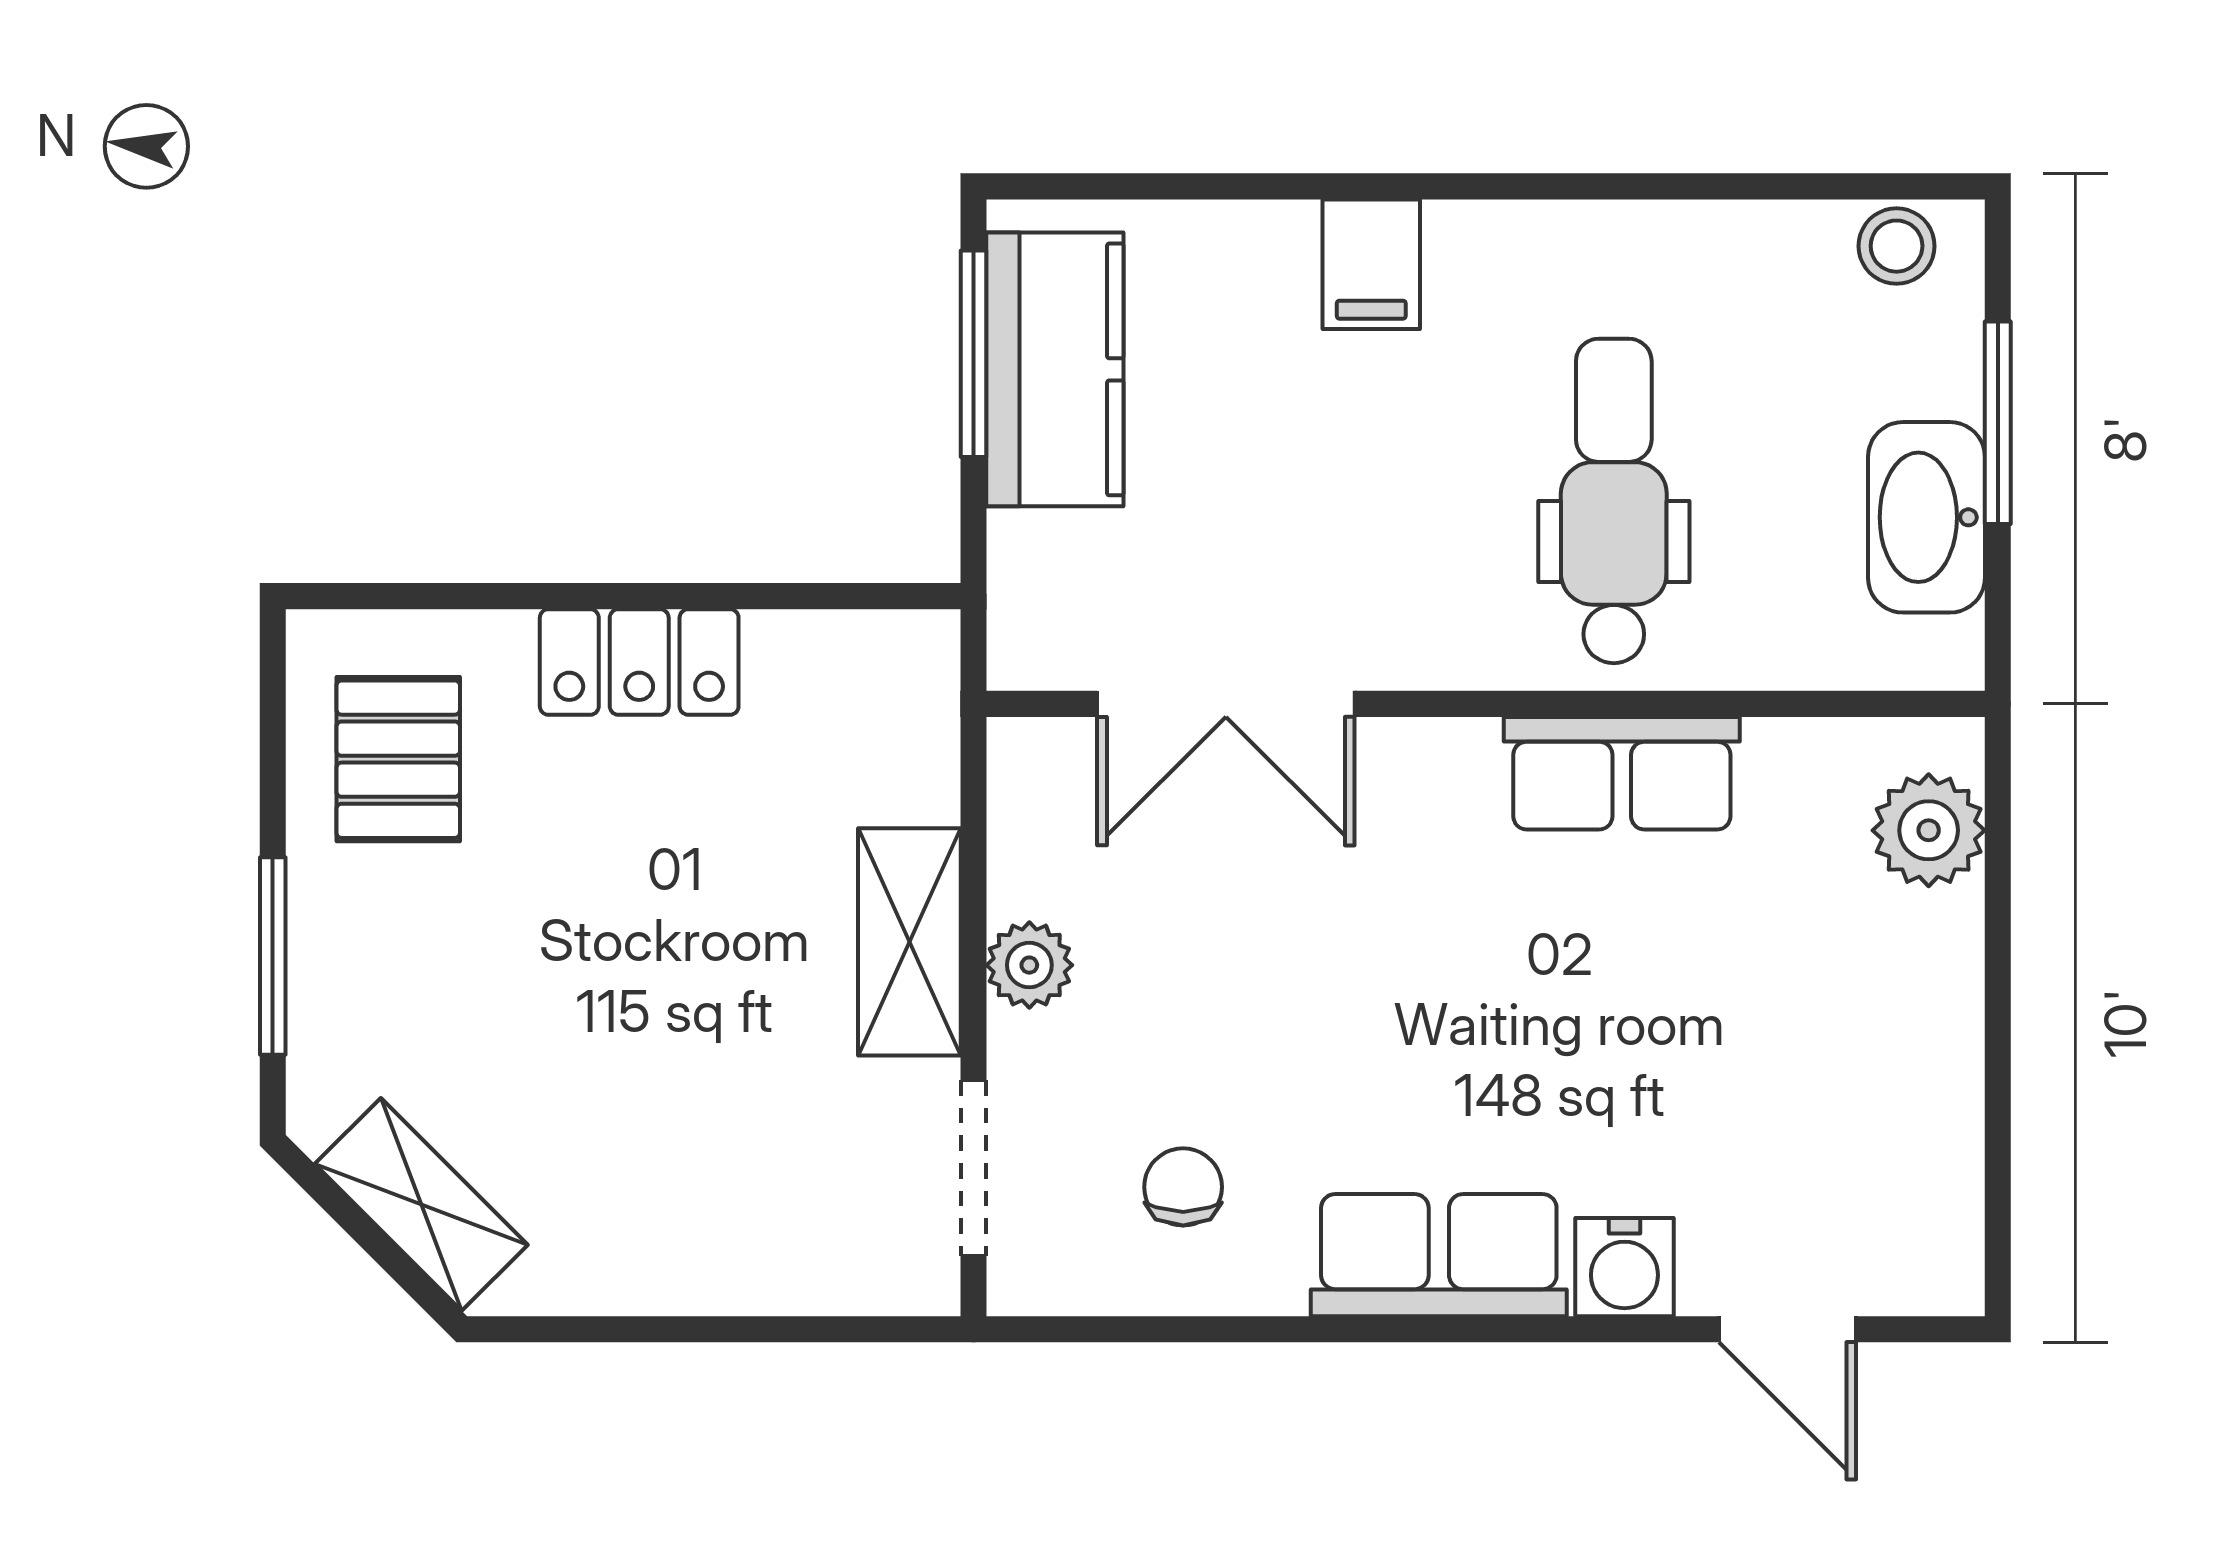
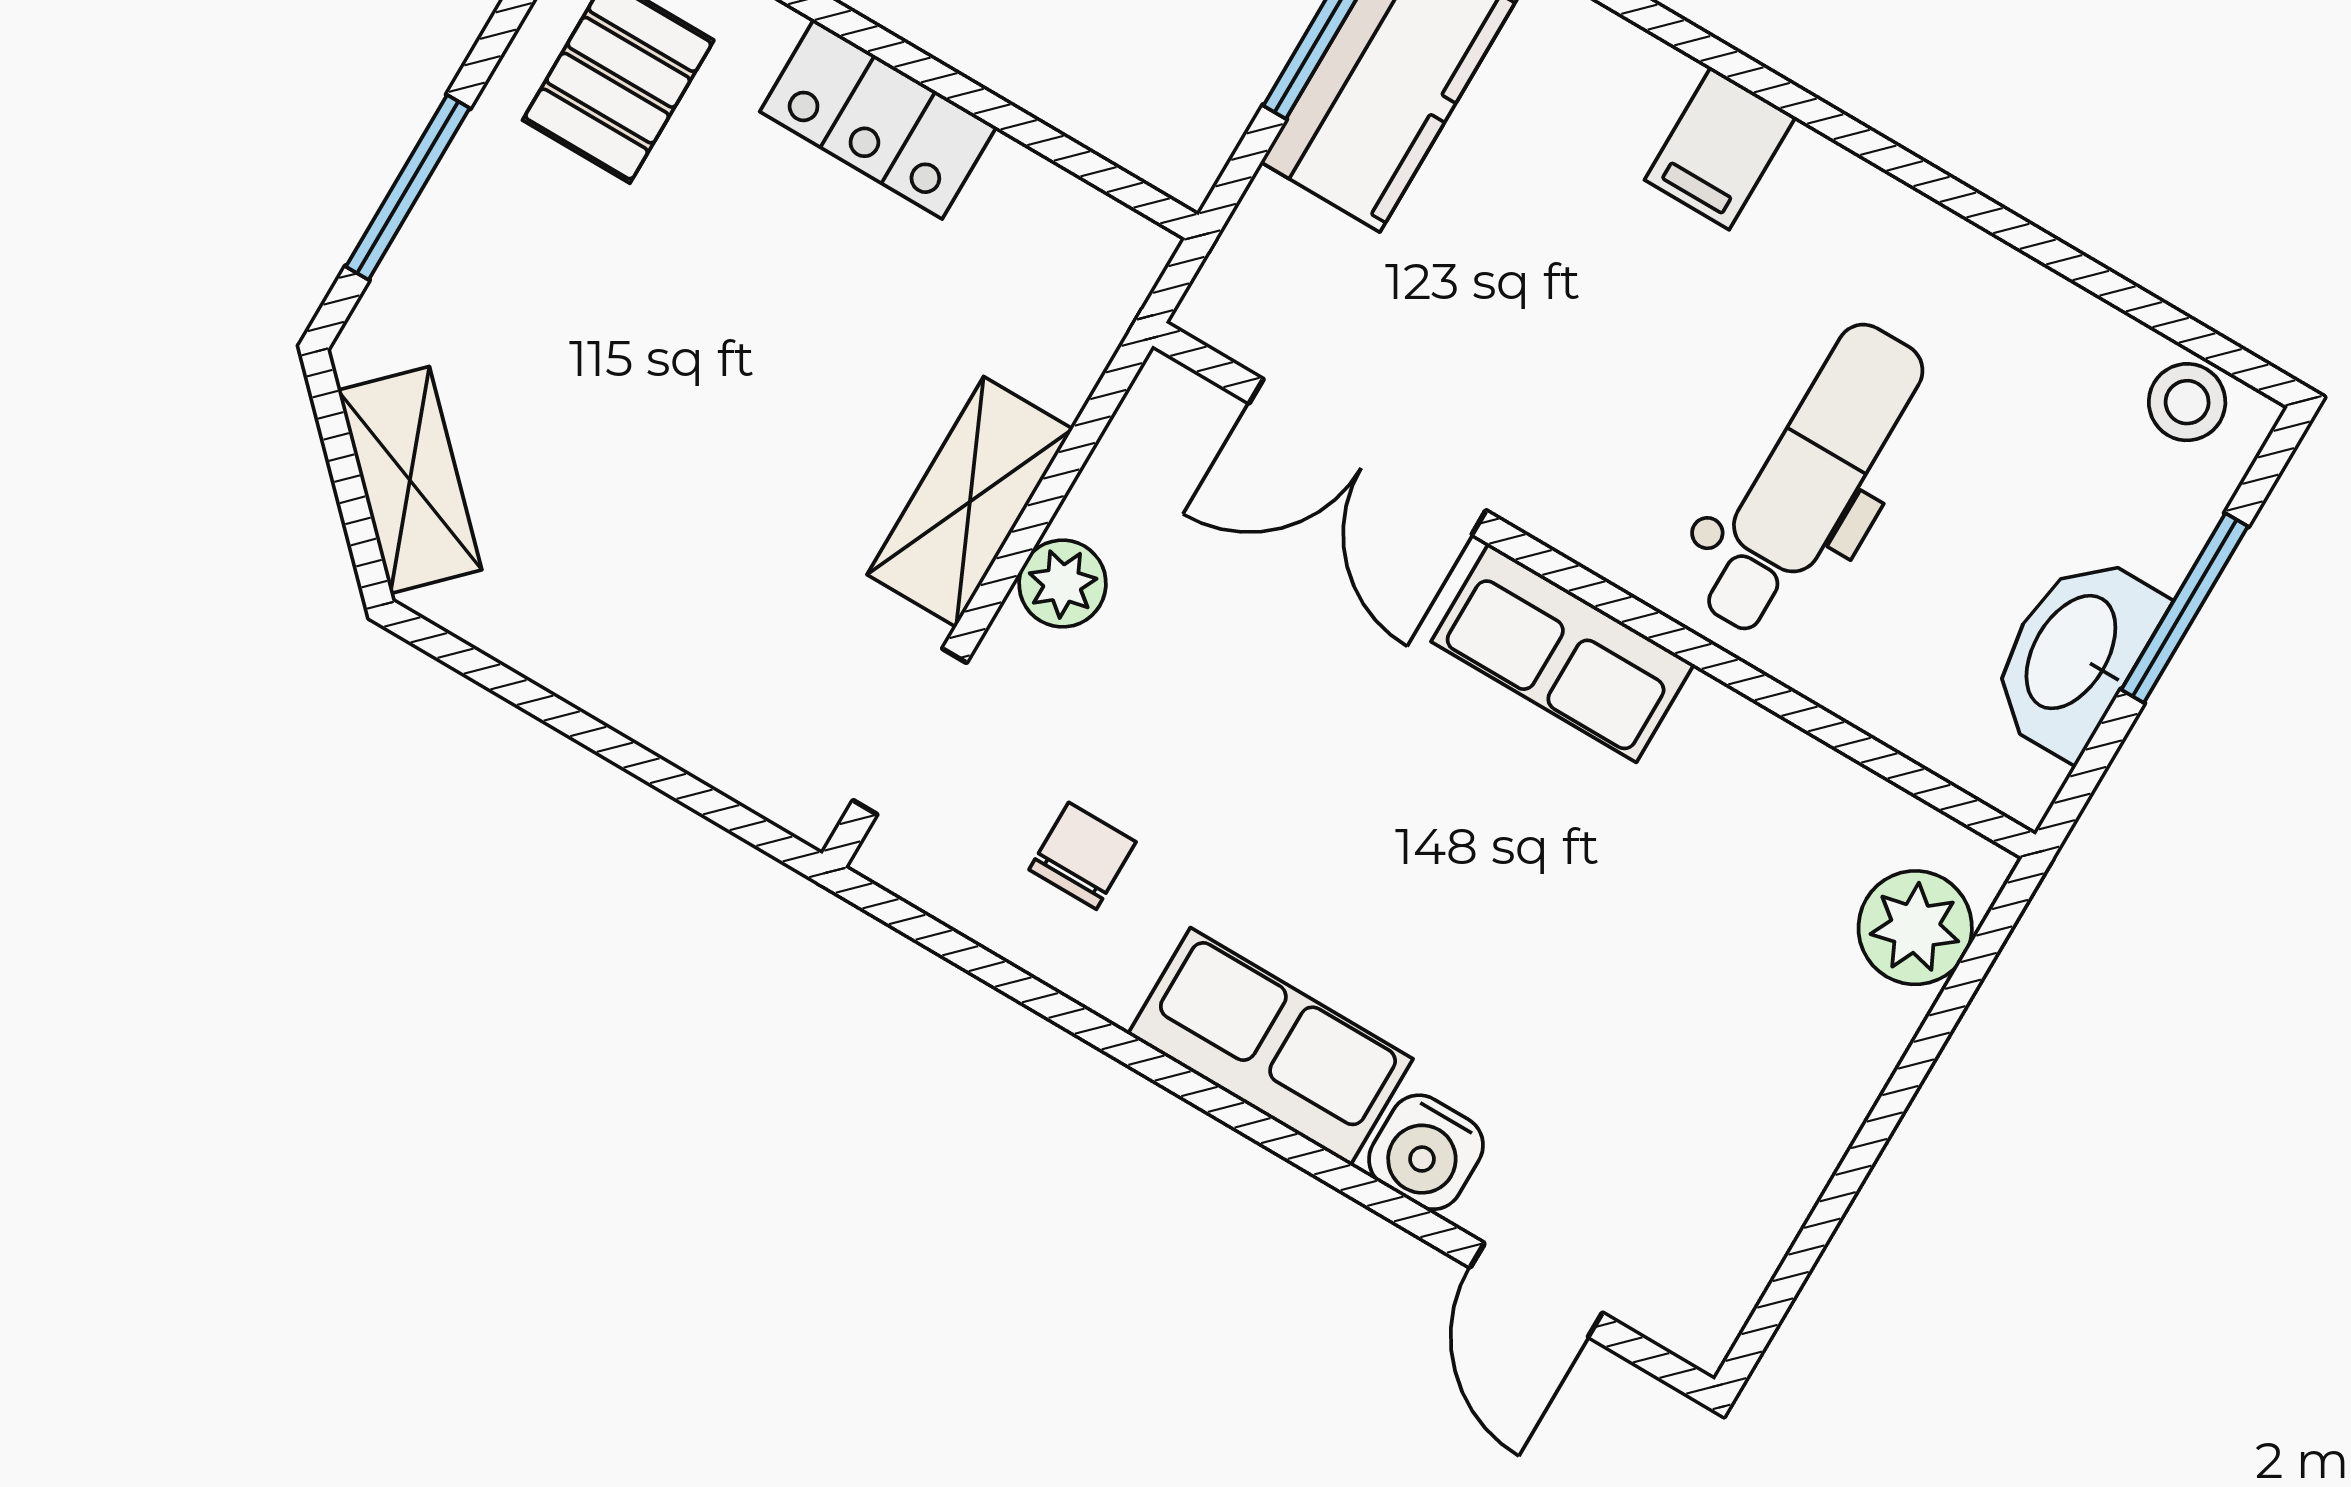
row of seats: (1622, 773) -> (1563, 653), moved

